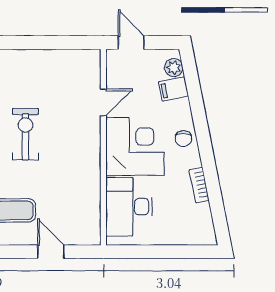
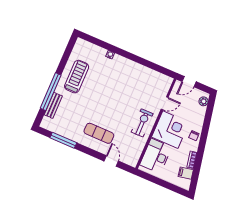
door: (131, 43) -> (189, 82), swing flipped
filing cabinet: (174, 89) -> (186, 173), moved
exercise bike: (25, 134) -> (142, 123), moved

